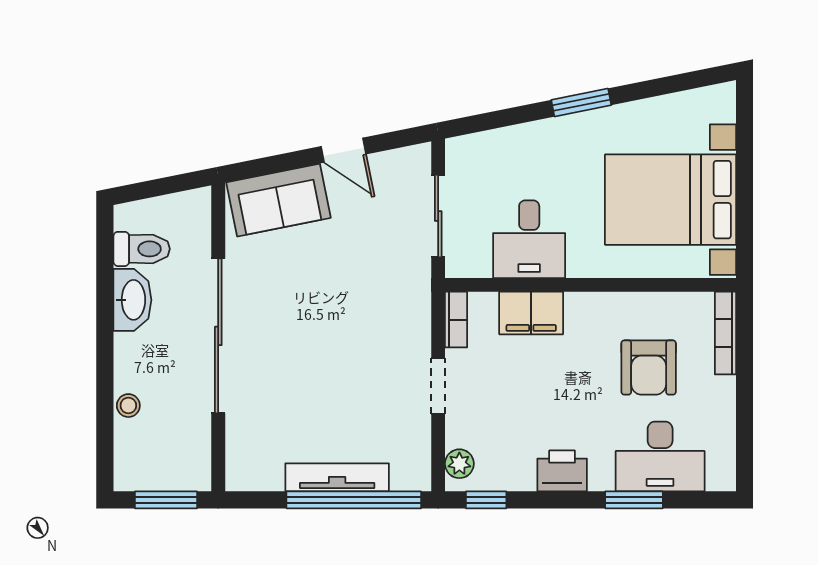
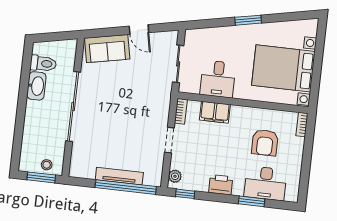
bookcase: (725, 333) -> (302, 124), width x0.64
stool: (128, 406) -> (47, 165), moved

